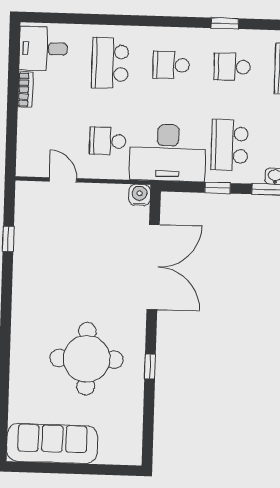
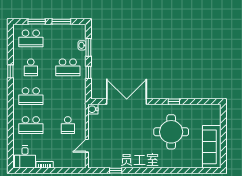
school desk: (171, 65) -> (31, 96), width x1.85
desk: (168, 153) -> (72, 96), removed

